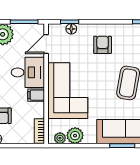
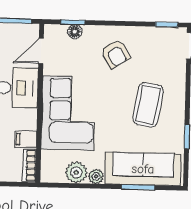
armchair: (103, 45) -> (115, 54), turned 149
filing cabinet: (36, 95) -> (26, 139), moved
plant: (60, 138) -> (96, 176), moved

